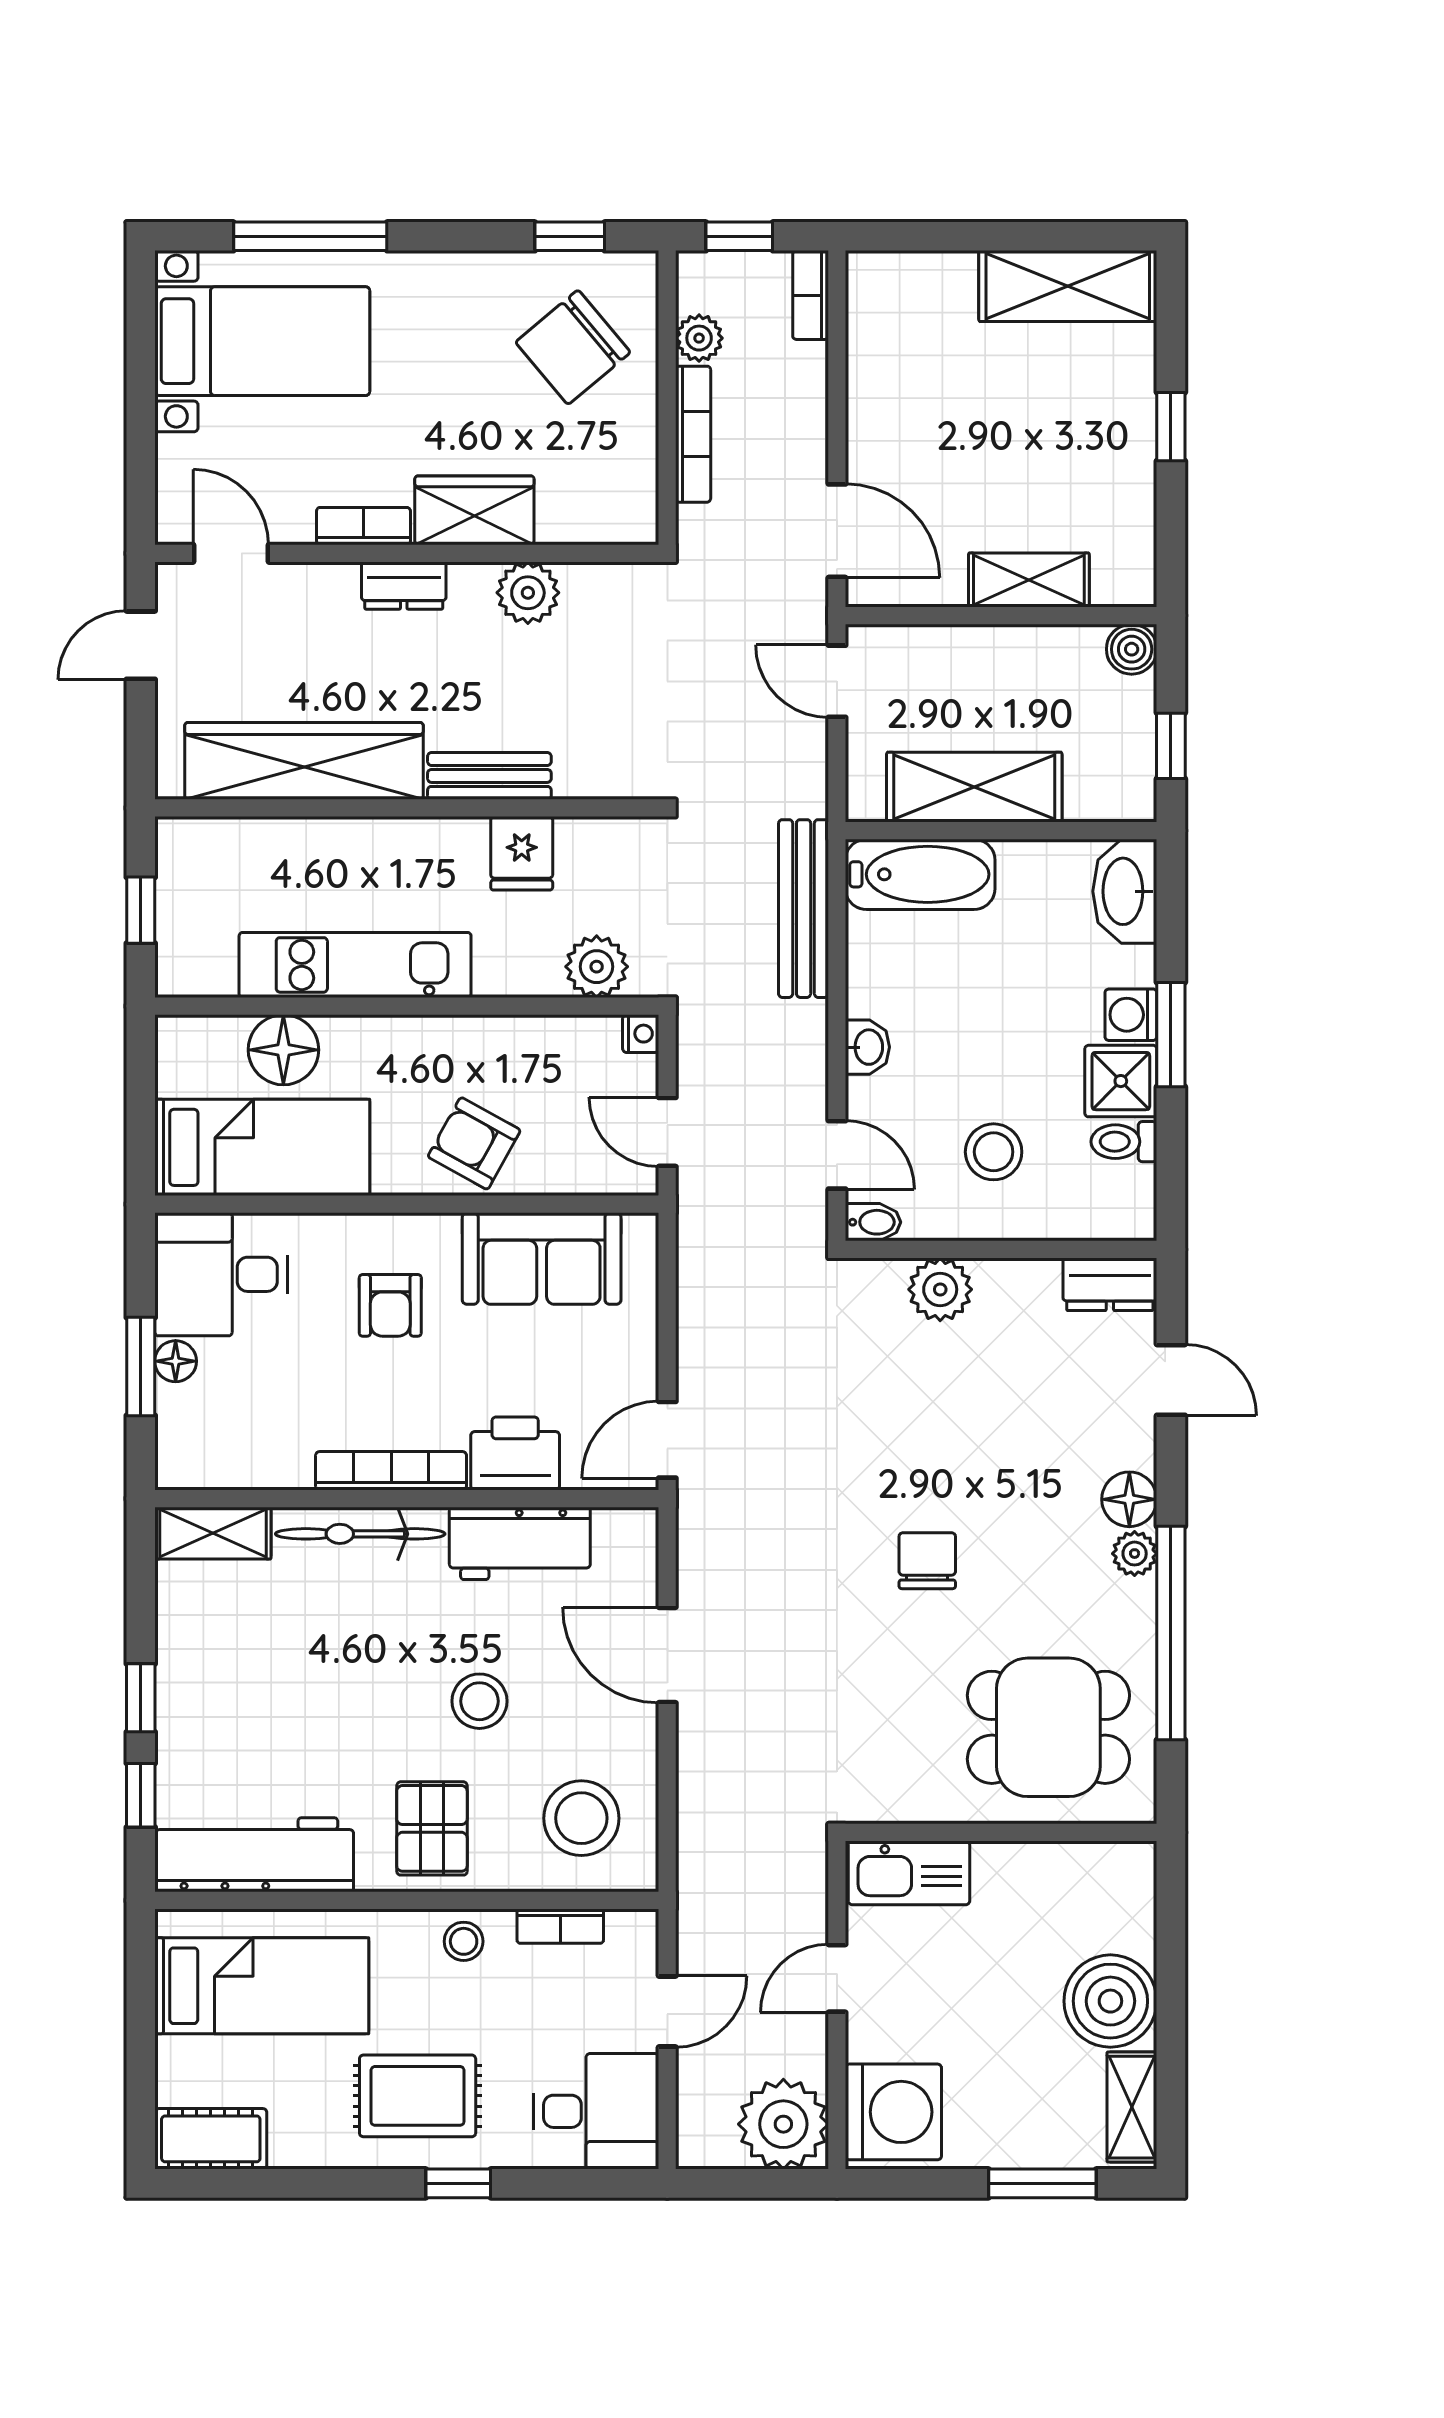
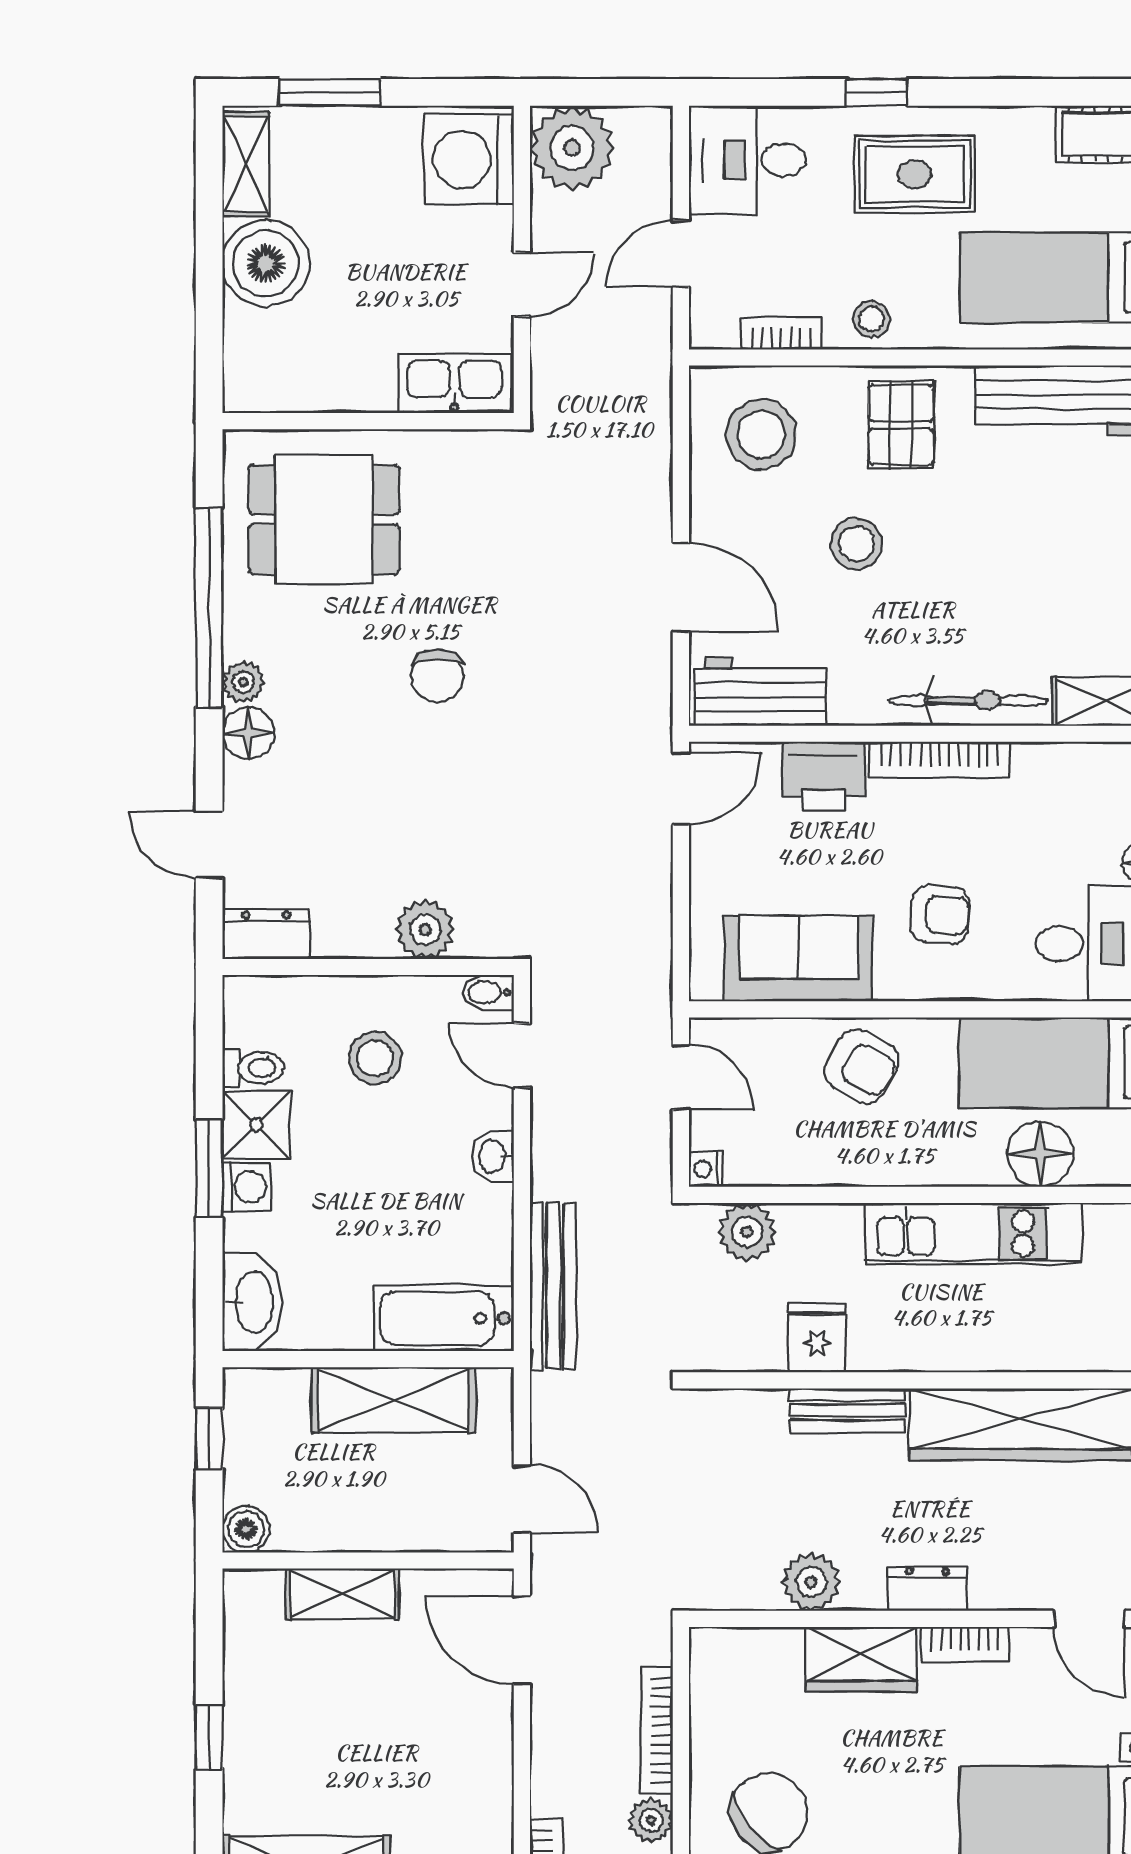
armchair: (390, 1305) -> (940, 915), turned 95
workbench: (520, 1543) -> (761, 692), moved

